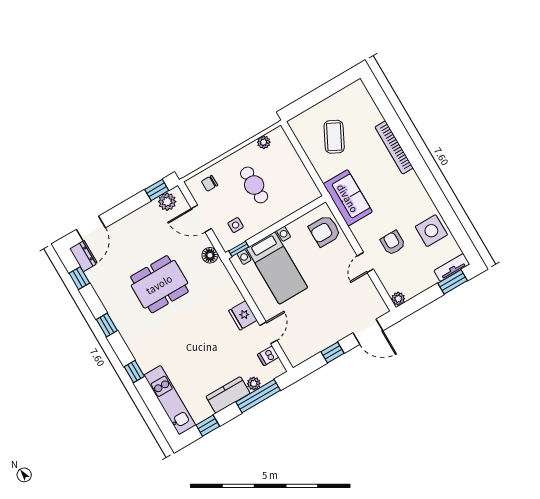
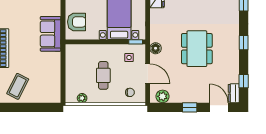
coffee table: (334, 137) -> (18, 86), moved
window: (157, 190) -> (190, 107), moved
door: (91, 229) -> (219, 107), hinge flipped
dining table: (159, 284) -> (197, 49), turned 90

